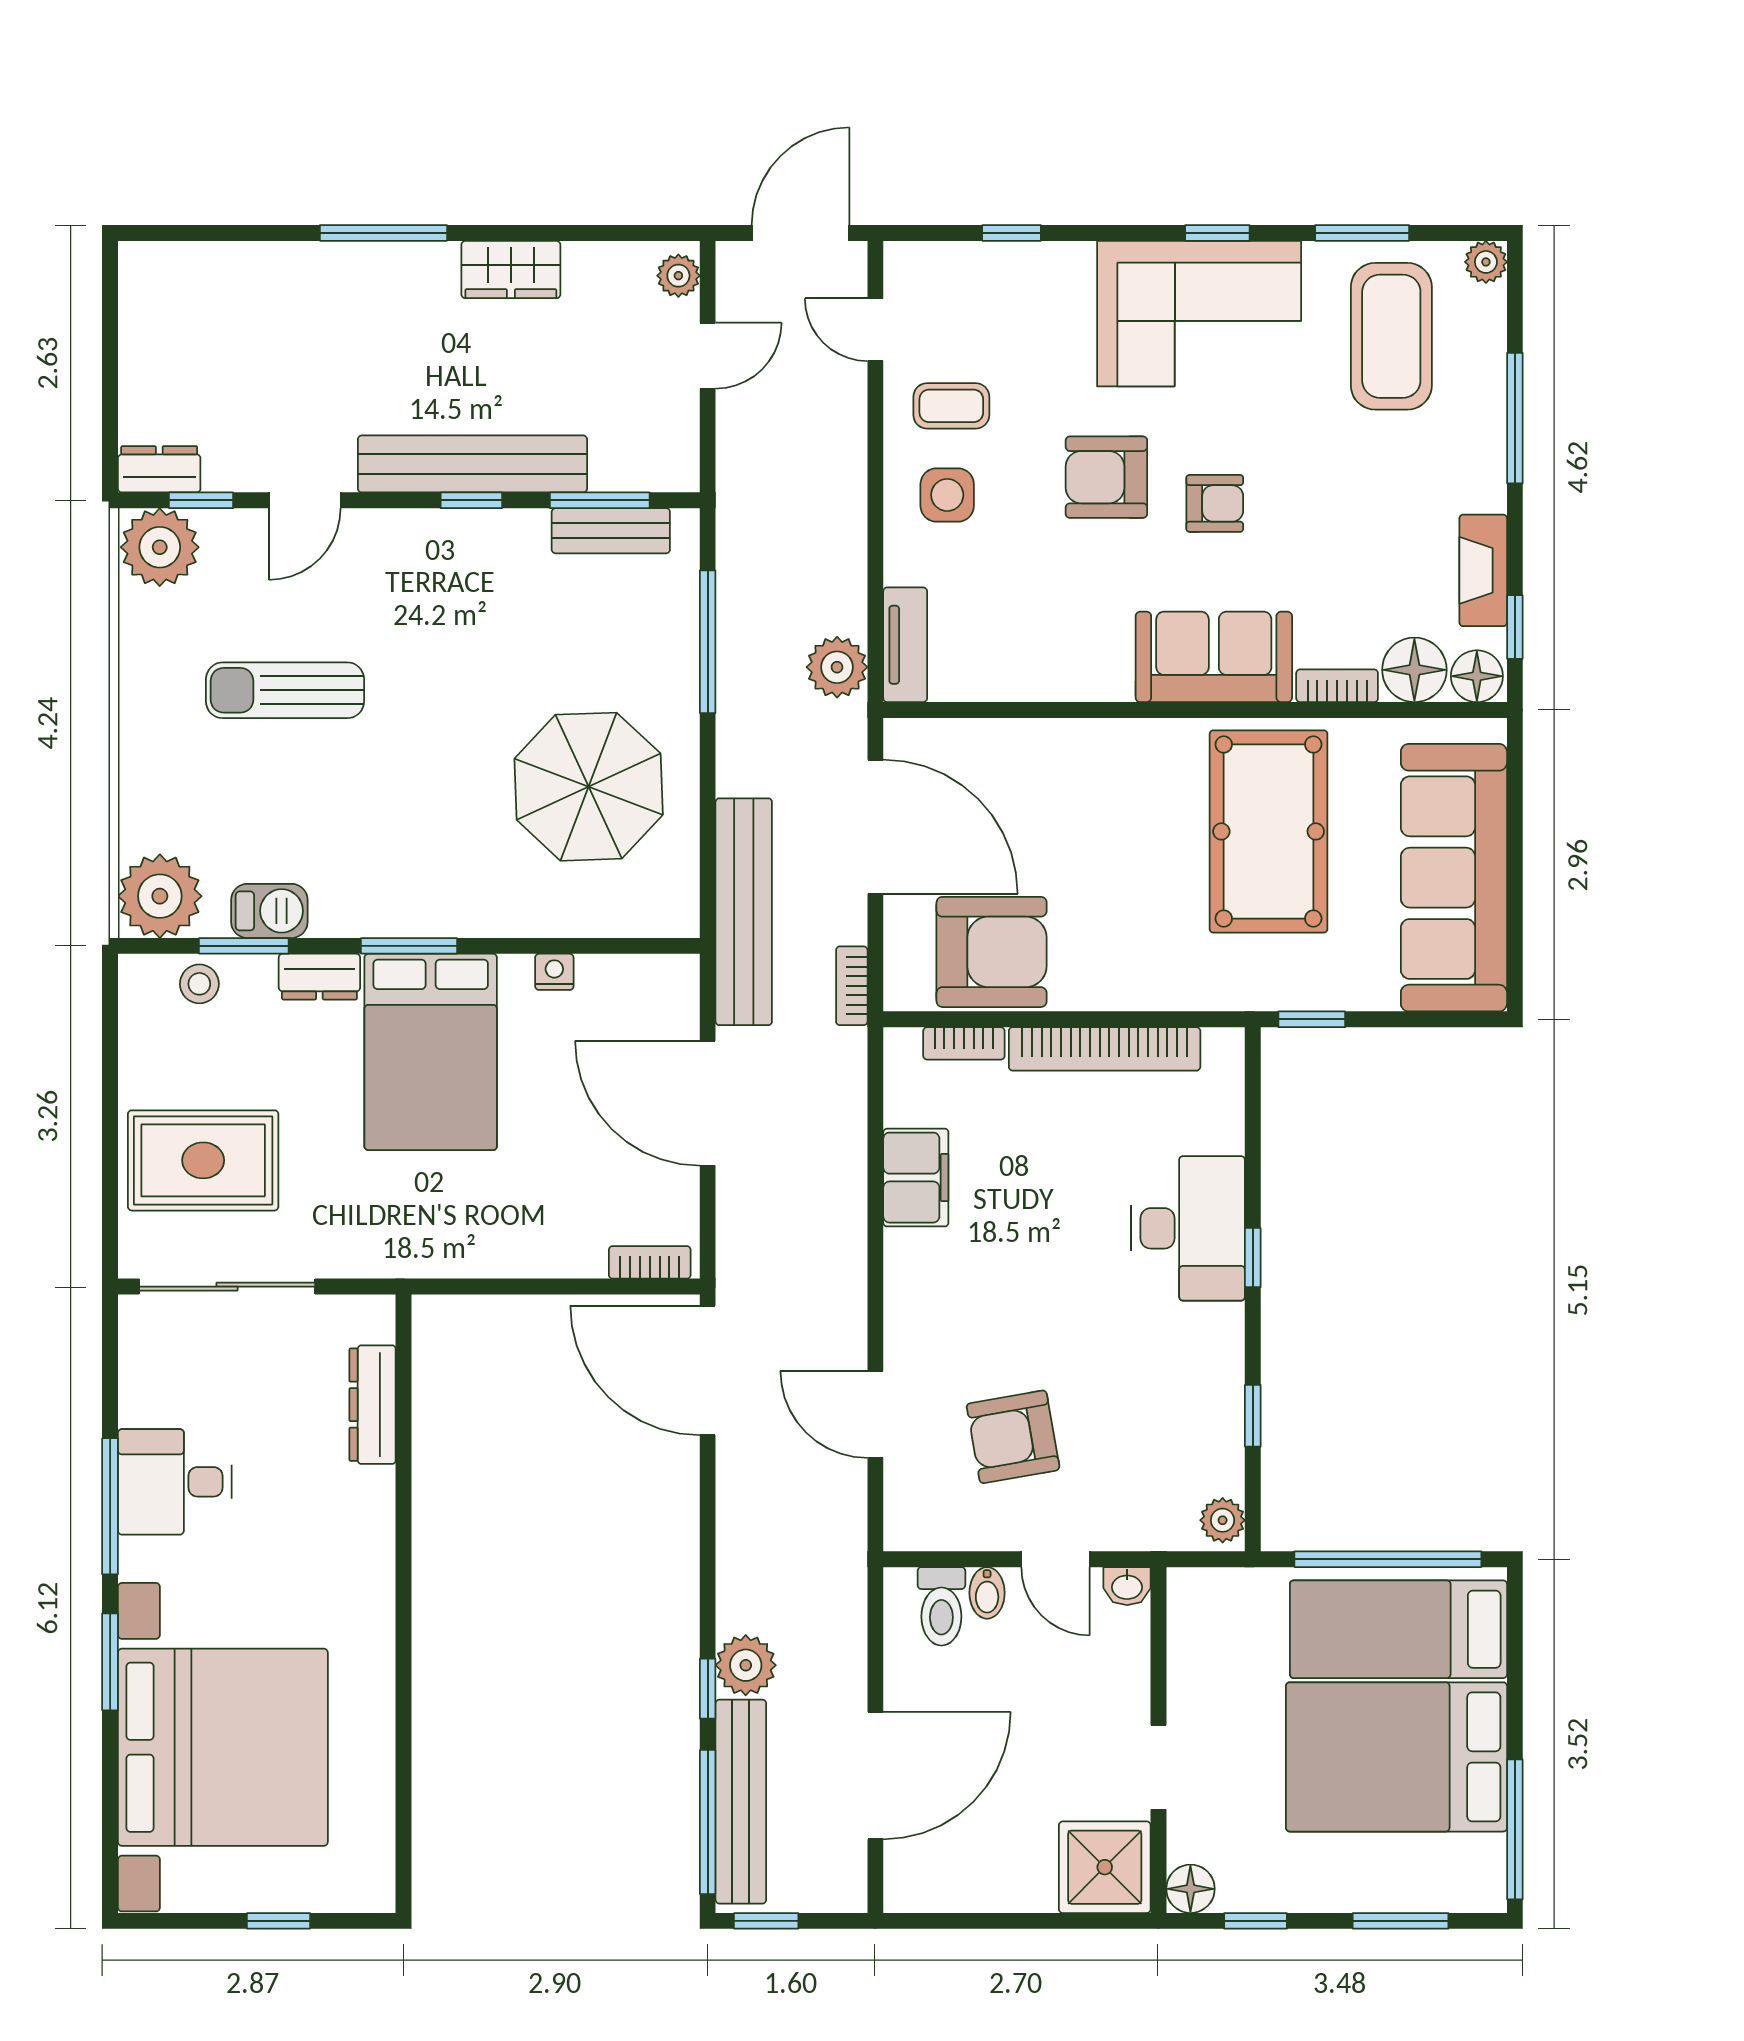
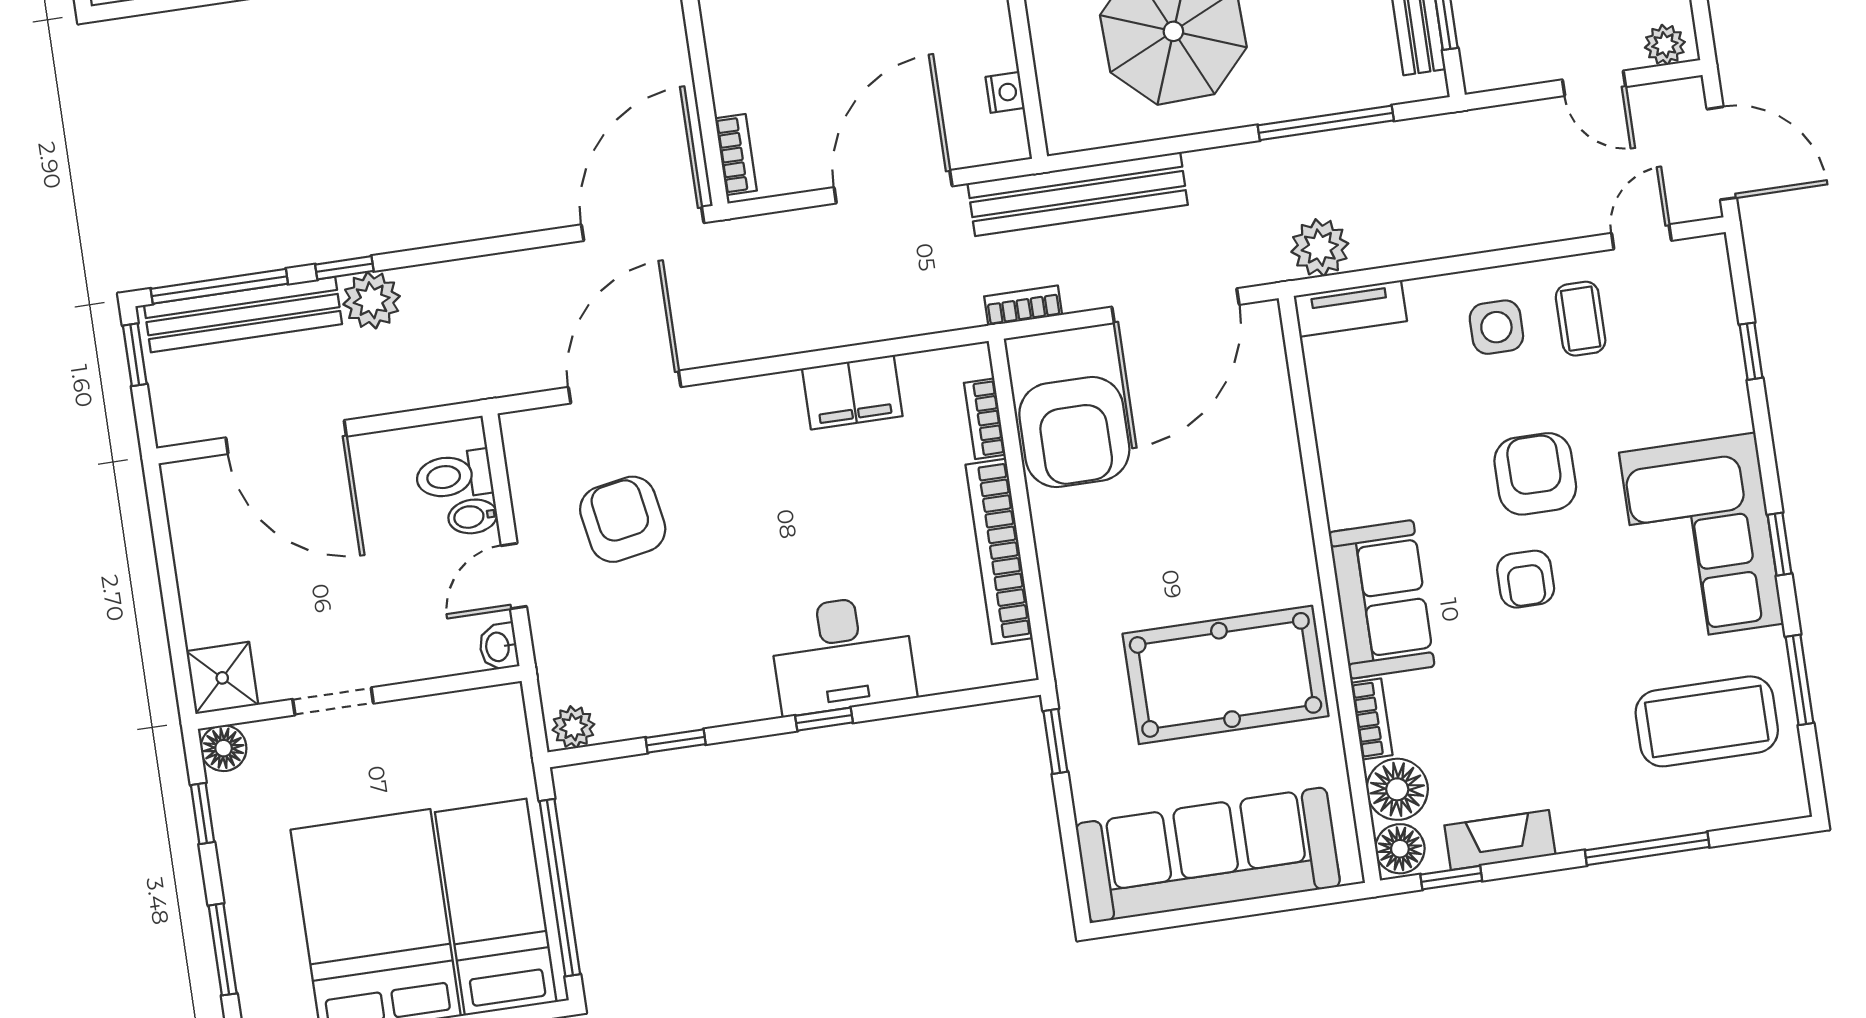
plant: (1486, 262) -> (1789, 800), removed
nightstand: (554, 972) -> (1005, 92), moved
door: (875, 1414) -> (625, 387), width x1.36
shower: (1105, 1867) -> (222, 678), width x0.73, depth x0.73

